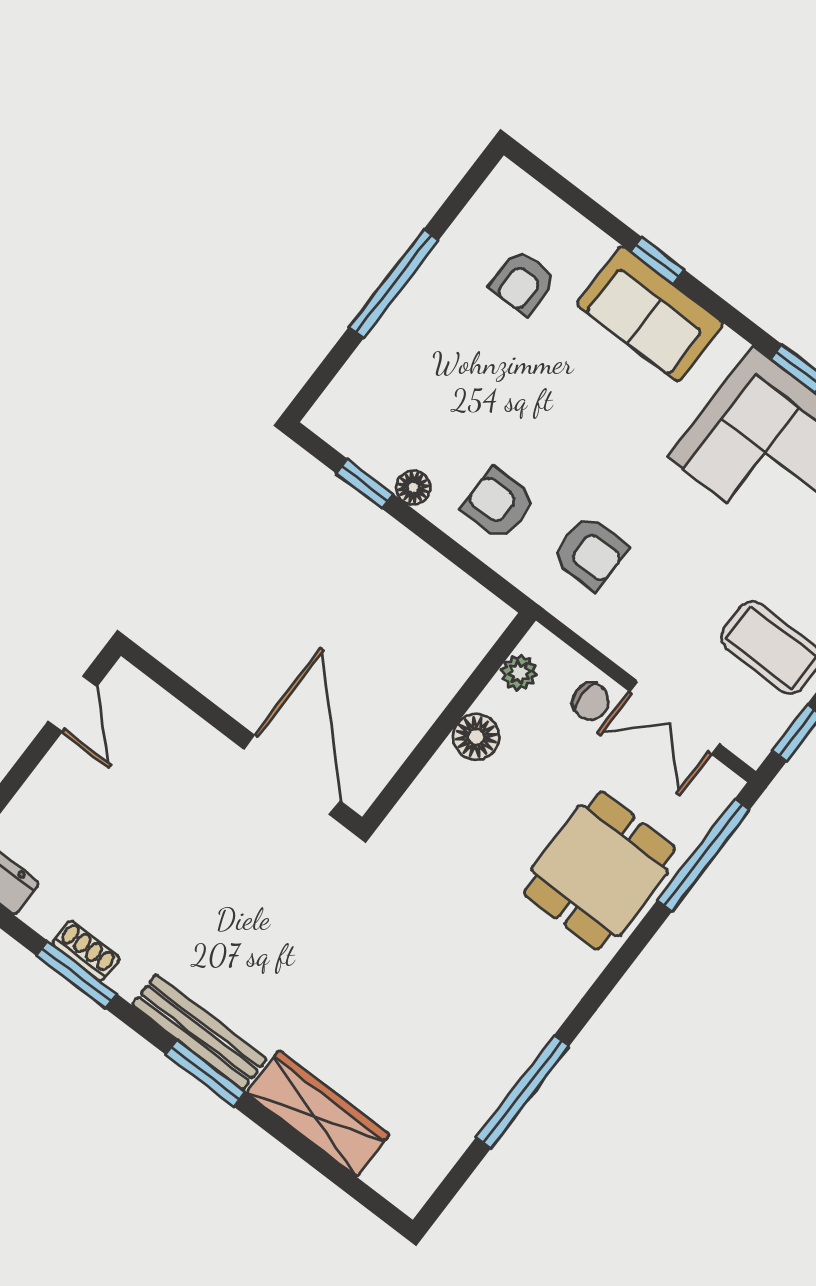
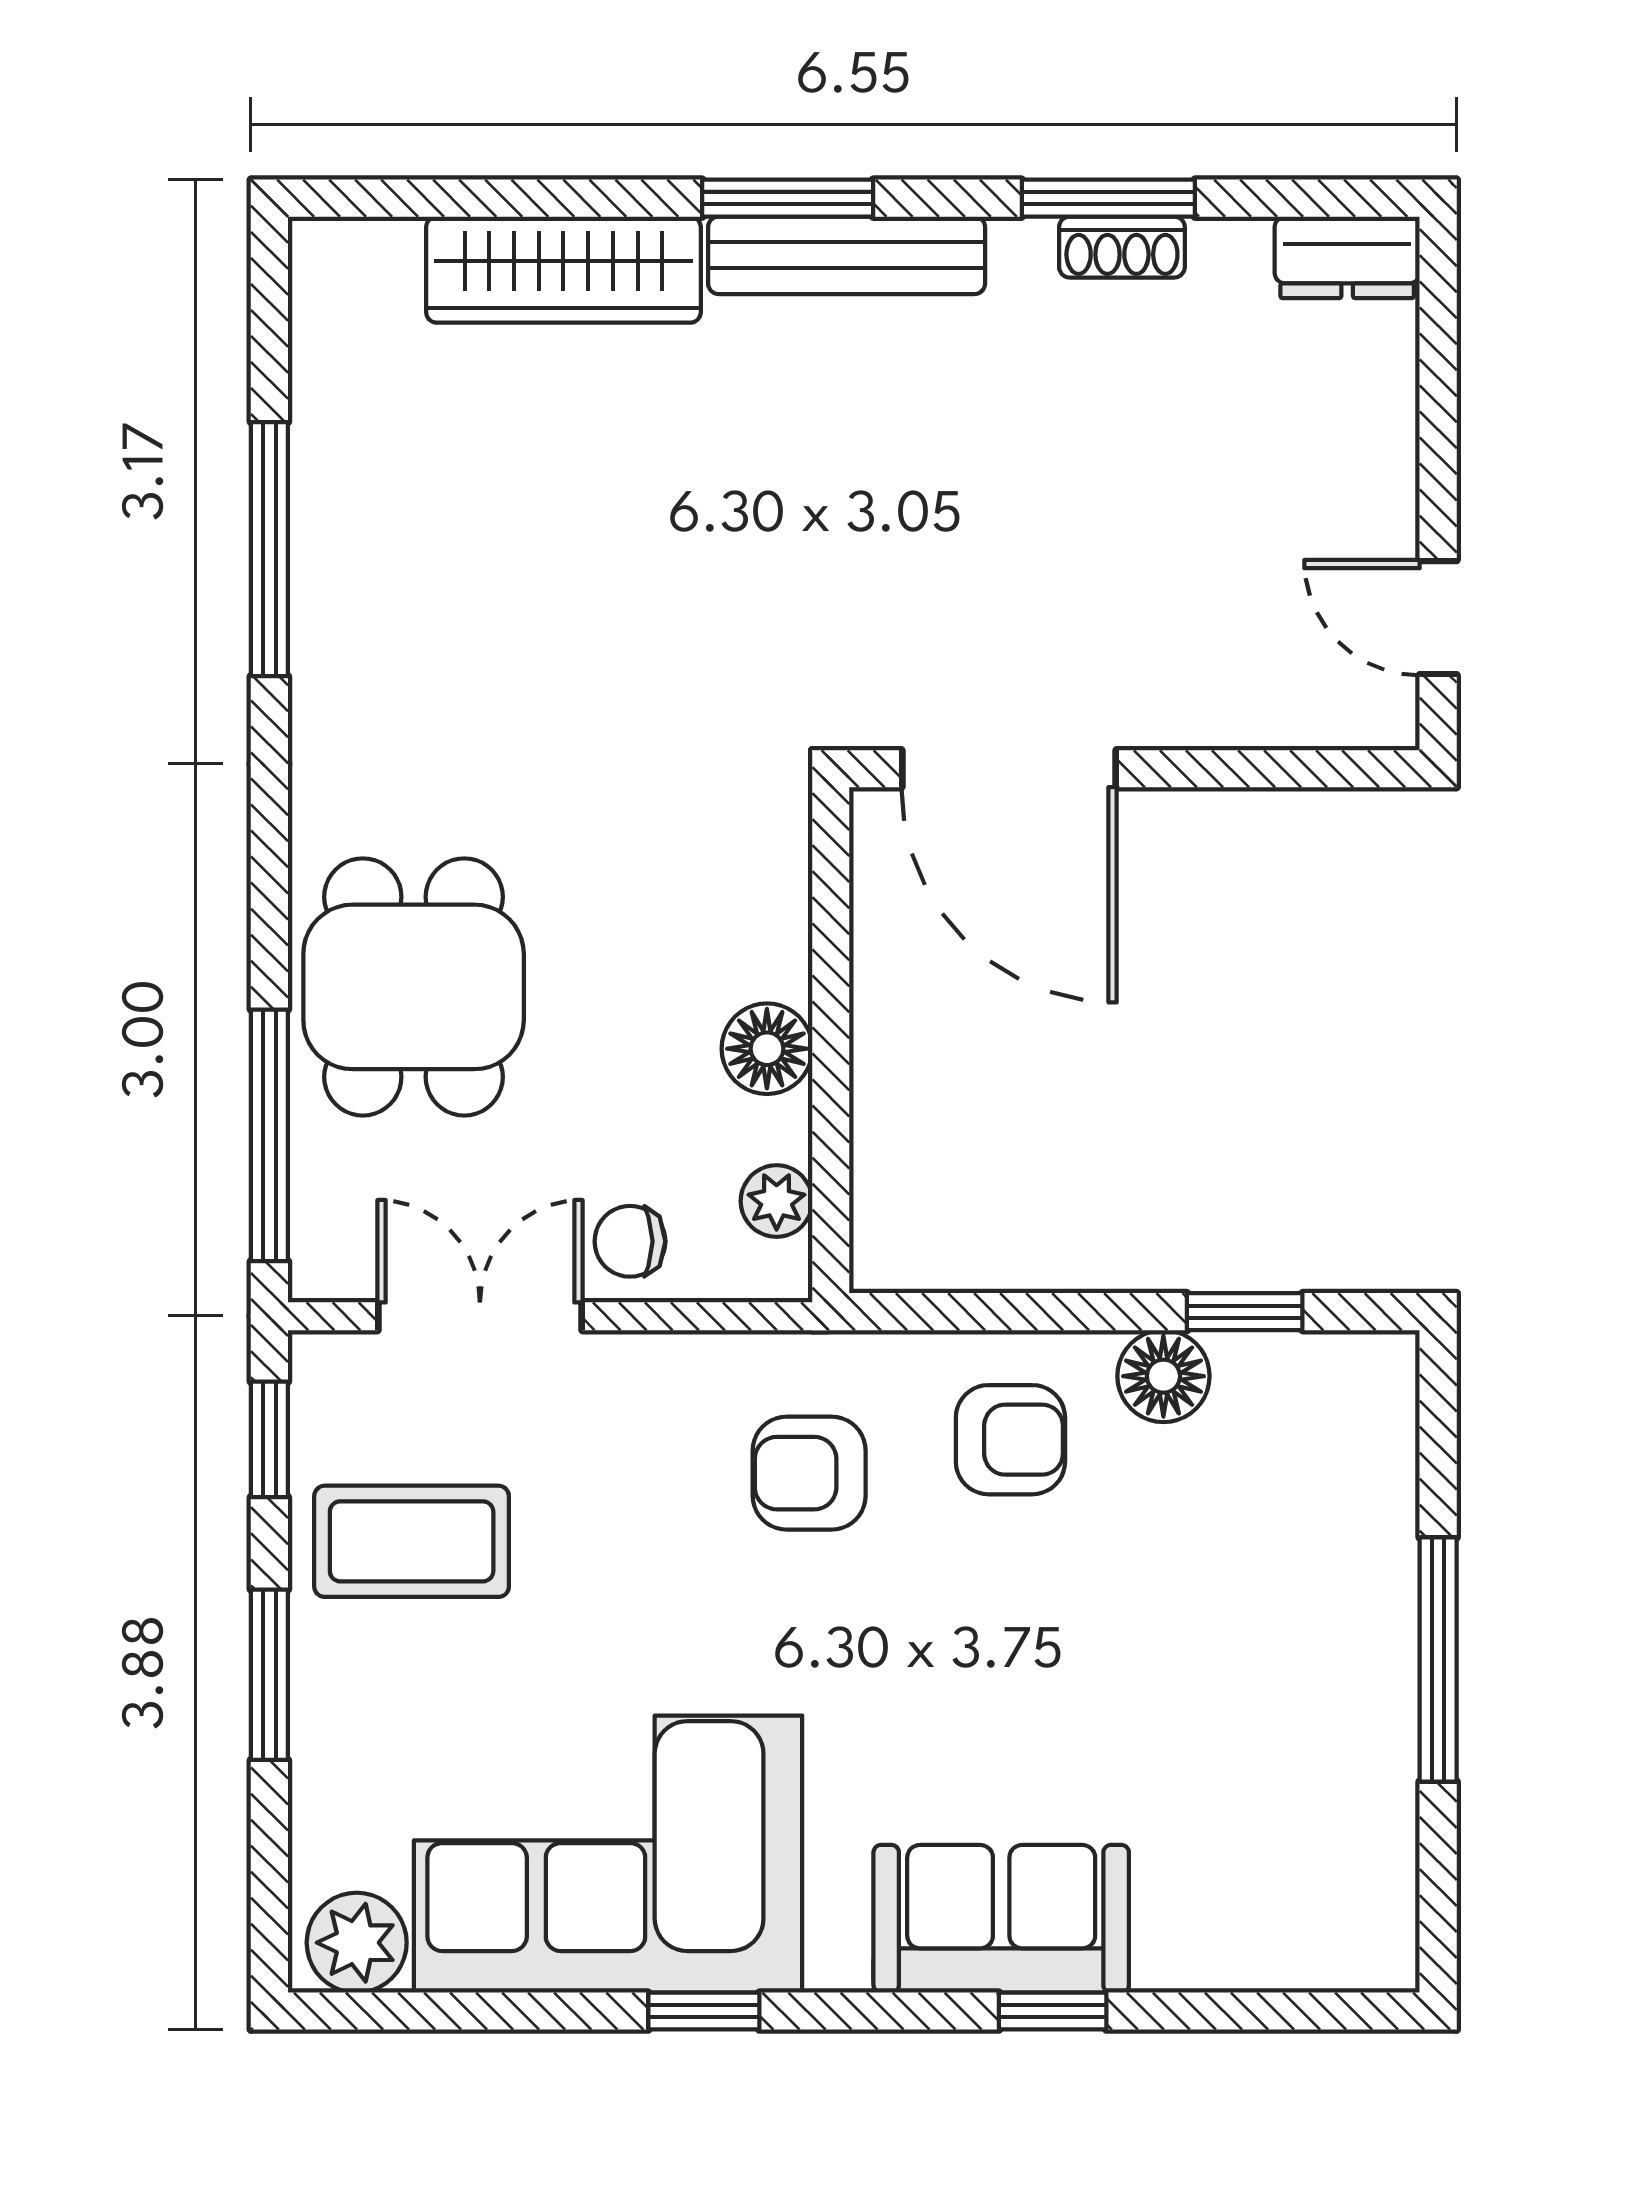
armchair: (523, 282) -> (1237, 1816), removed
floor lamp: (413, 488) -> (1163, 1376), width x1.37, depth x1.37

